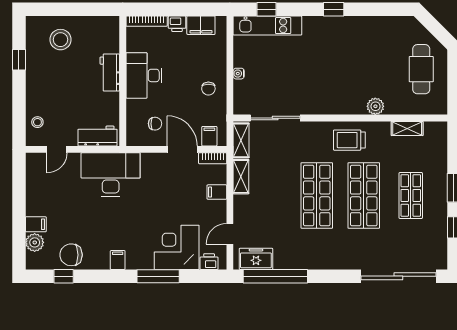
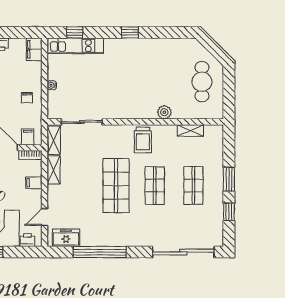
filing cabinet: (201, 25) -> (34, 49), moved, turned 90
trolley: (349, 140) -> (143, 140), turned -90
shop shelf: (364, 195) -> (155, 186), width x0.70, depth x0.74
window: (275, 276) -> (100, 252), moved

